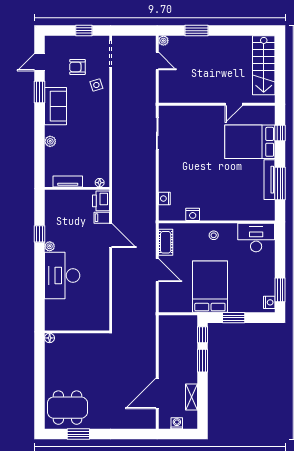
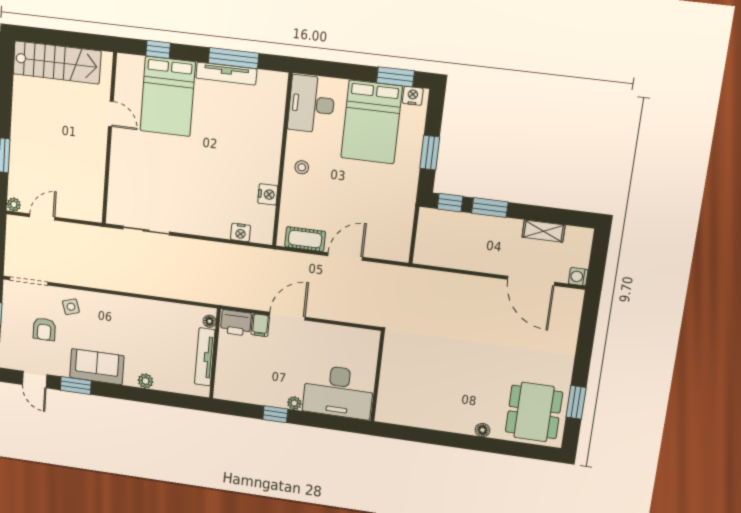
tv unit: (68, 181) -> (205, 357), width x1.41
bed: (210, 287) -> (372, 122), moved, turned -90
wall: (77, 332) -> (378, 376), moved
floor lamp: (50, 338) -> (482, 430), moved
washing machine: (177, 423) -> (578, 277), moved

